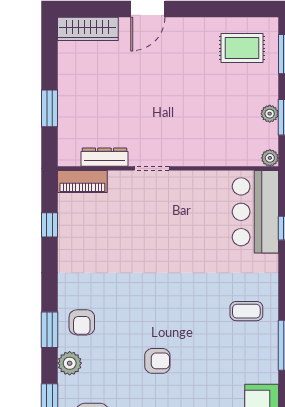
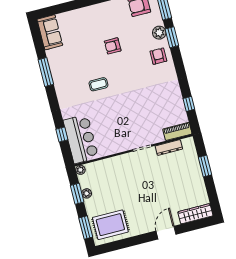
rug: (242, 48) -> (110, 225), width x1.36, depth x1.43
coffee table: (246, 311) -> (98, 84), moved
window: (49, 330) -> (172, 37), moved

